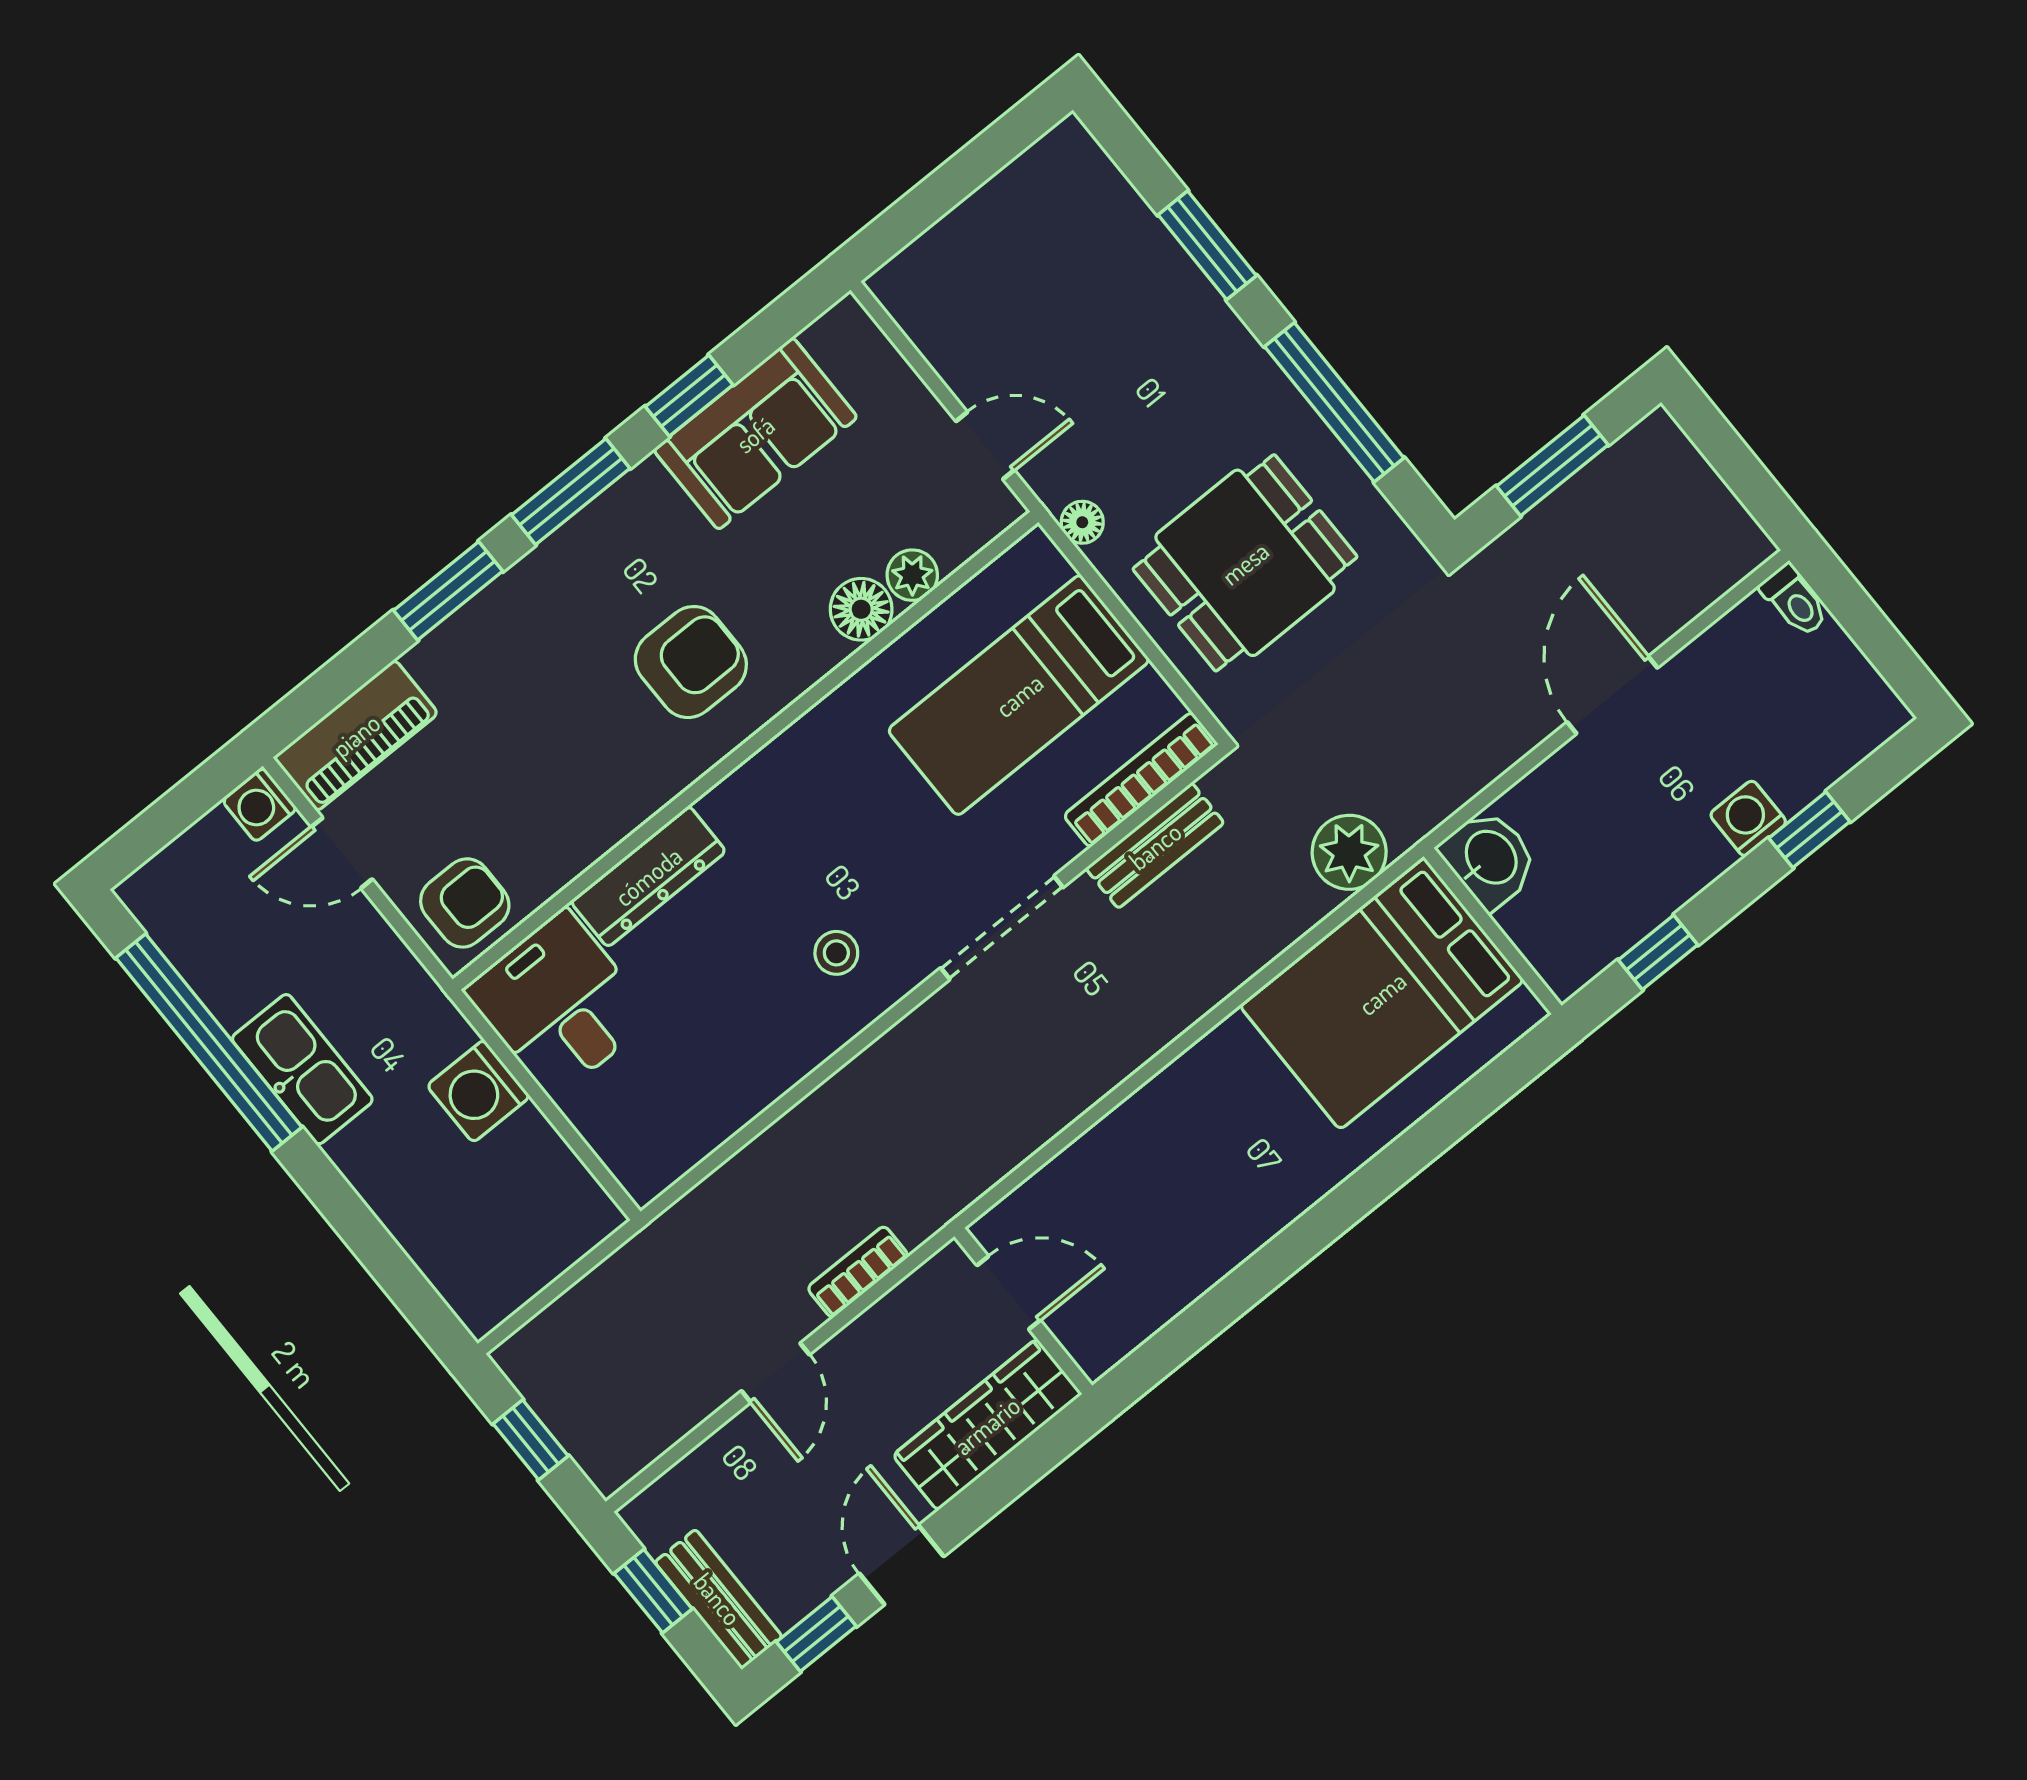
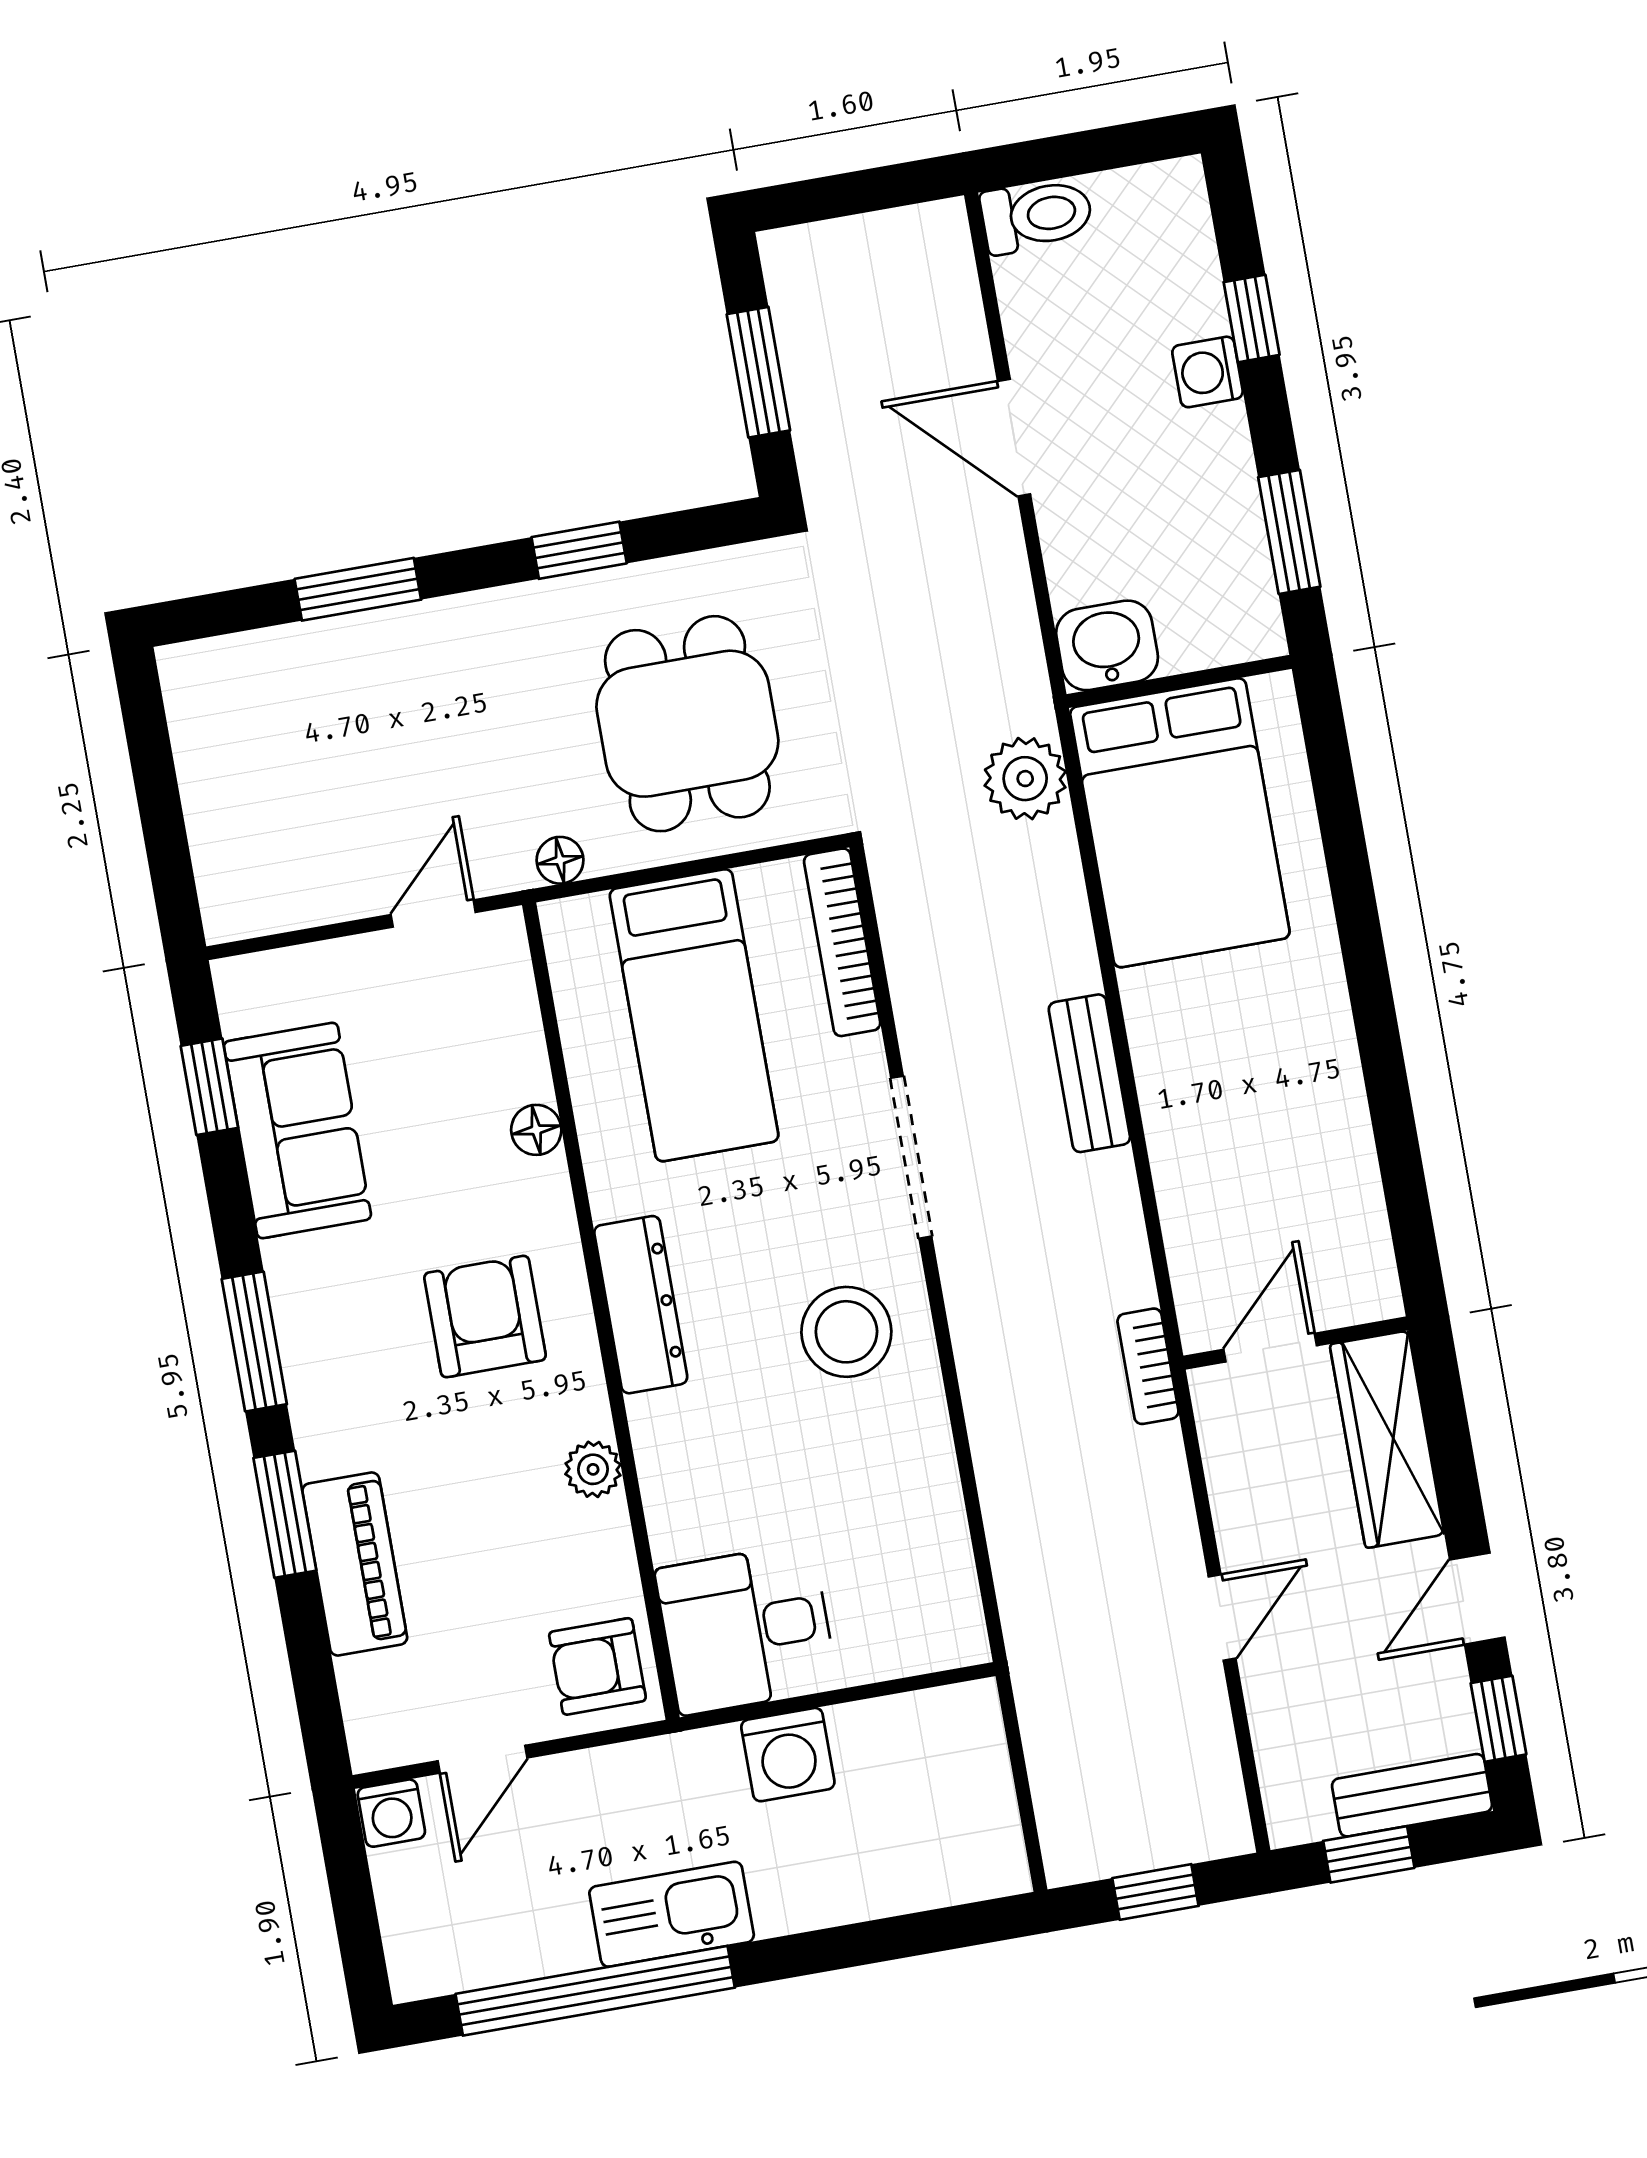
window: (689, 396) -> (209, 1087), moved
window: (1334, 402) -> (579, 550), width x0.46
plant: (912, 575) -> (593, 1469), moved
toilet: (1794, 601) -> (1037, 215), width x1.37, depth x1.39
floor lamp: (861, 609) -> (536, 1130), width x0.73, depth x0.73
piano: (356, 735) -> (355, 1564), moved
bench: (1155, 846) -> (1089, 1073), moved
dresser: (648, 876) -> (641, 1305), moved
armchair: (465, 903) -> (597, 1666), turned -90
window: (1658, 952) -> (1289, 532), width x1.50
stool: (836, 953) -> (846, 1332), width x1.89, depth x1.89
bookcase: (858, 1272) -> (1148, 1366), moved
door: (775, 1373) -> (1222, 1617), hinge flipped
door: (902, 1565) -> (1477, 1599), hinge flipped

